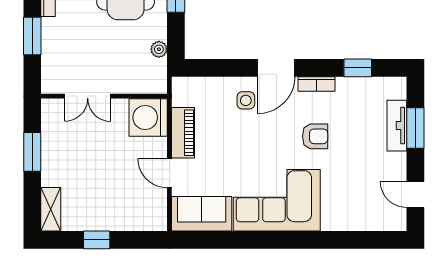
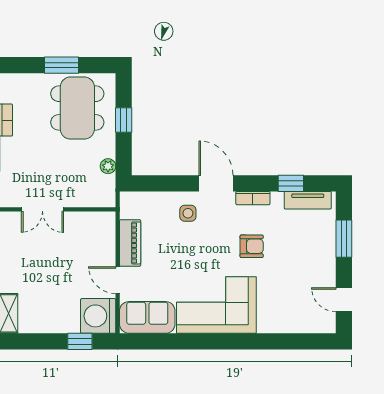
door: (276, 68) -> (216, 183), swing flipped
washing machine: (148, 117) -> (98, 316), moved
tv unit: (397, 126) -> (308, 200), moved, turned -90
window: (97, 240) -> (80, 341), moved

